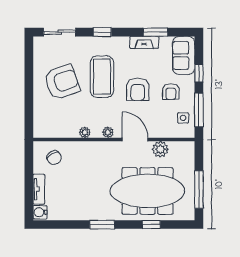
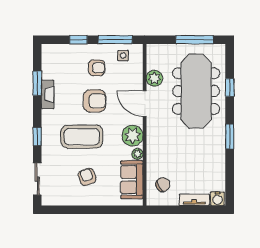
sofa: (184, 55) -> (132, 180), moved, turned 90
armchair: (62, 82) -> (87, 177), width x0.53, depth x0.53
plant: (108, 132) -> (132, 136), width x1.87, depth x1.87
door: (135, 139) -> (145, 104), hinge flipped

